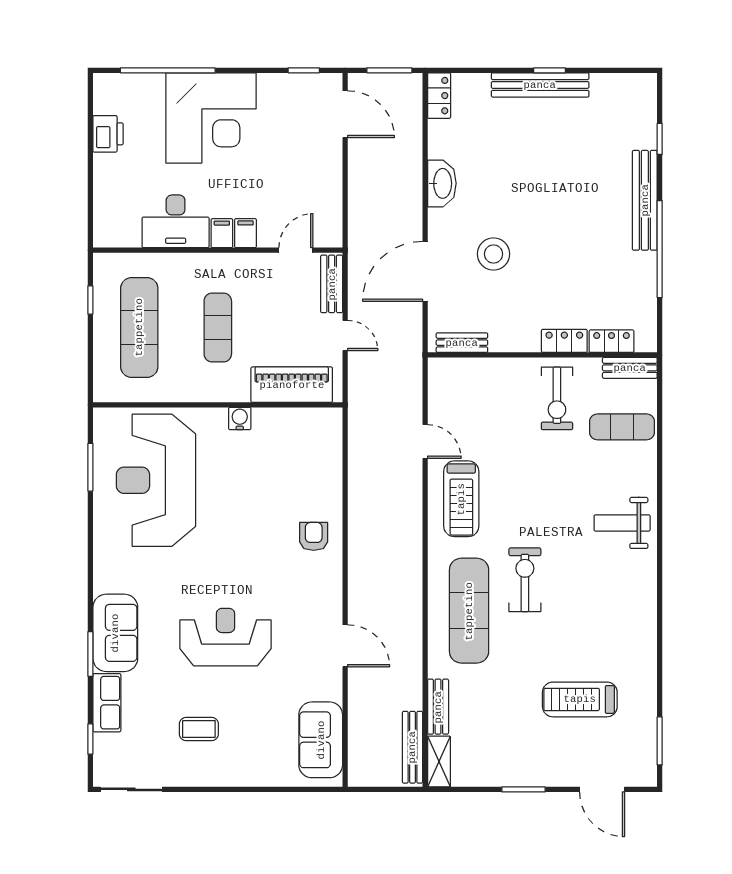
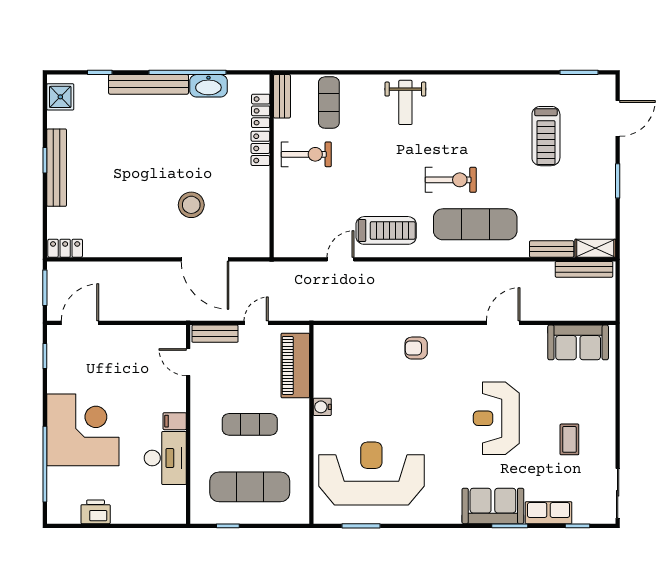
shower: (629, 90) -> (60, 97), added
washbasin: (442, 183) -> (208, 86), moved, turned 180
filing cabinet: (246, 233) -> (175, 402), removed
bench: (462, 343) -> (262, 230), removed
reception desk: (156, 480) -> (371, 474), turned 180
exercise bike: (525, 580) -> (451, 180), turned 180

